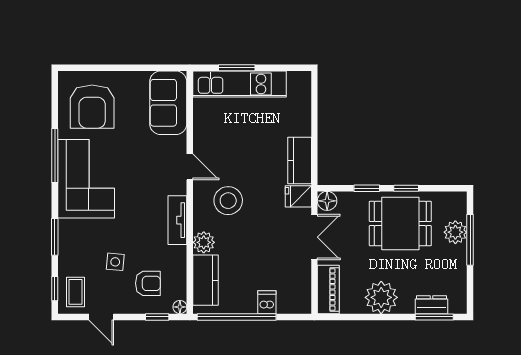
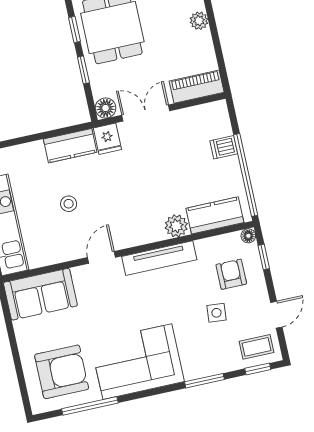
window: (55, 155) -> (90, 406), moved
stool: (228, 201) -> (69, 204), moved, width x0.53, depth x0.53
tv unit: (177, 220) -> (159, 258), width x1.41
plant: (381, 297) -> (199, 21), width x0.53, depth x0.53

